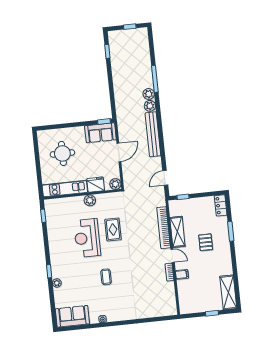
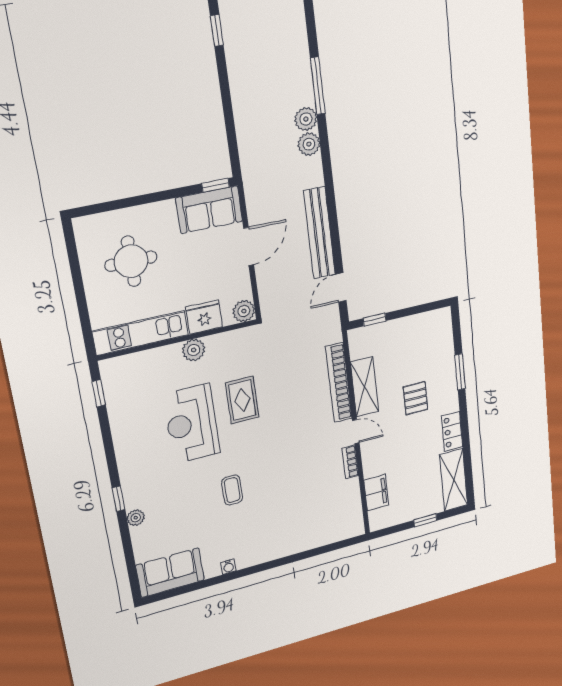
bench: (153, 134) -> (319, 233), moved
locker: (221, 205) -> (452, 431), moved
filing cabinet: (182, 274) -> (376, 493), moved, width x2.00

